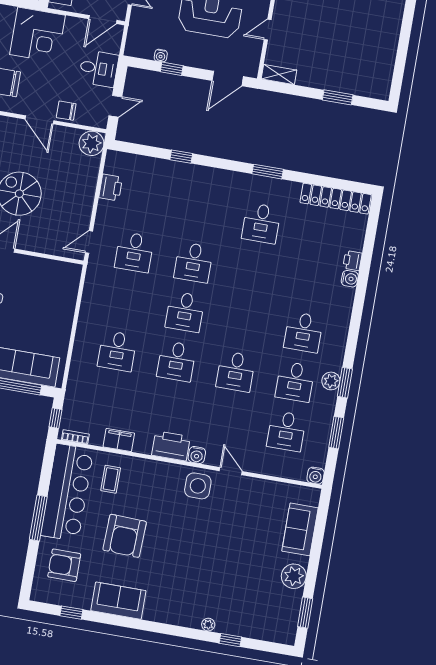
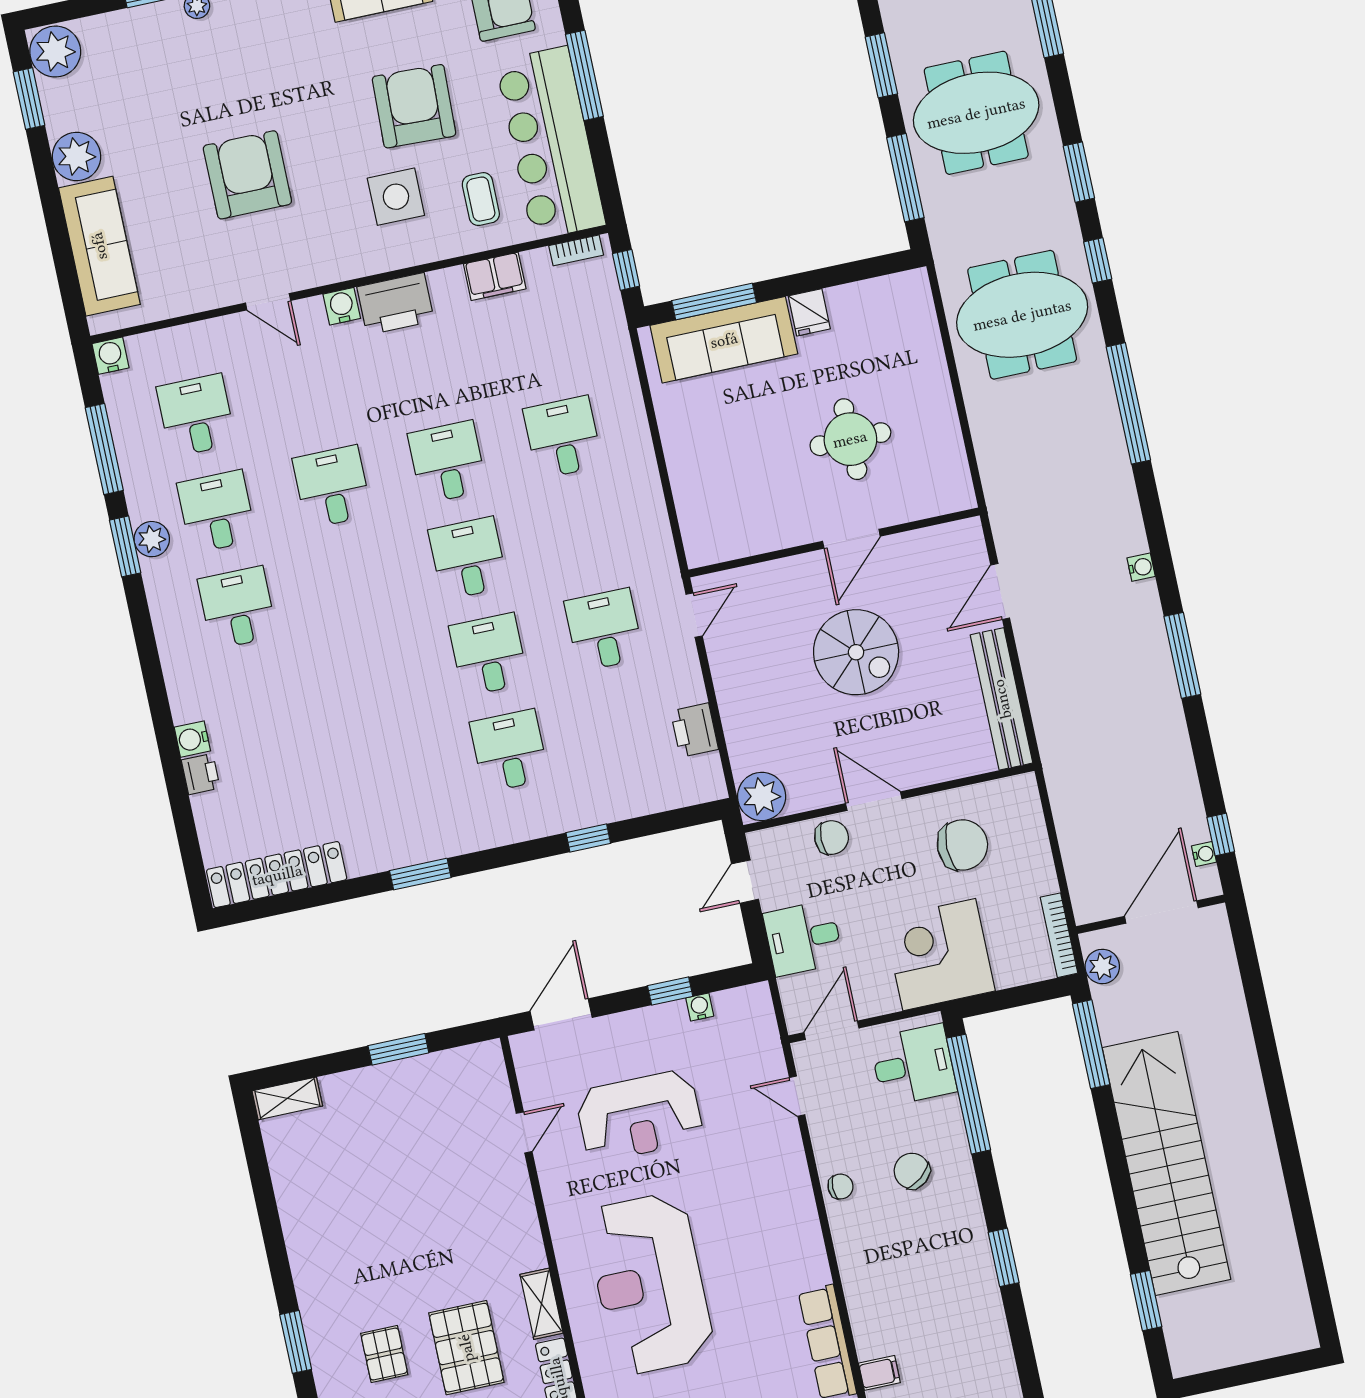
shelving: (279, 74) -> (287, 1098), moved
window: (338, 97) -> (398, 1049), moved
desk: (261, 223) -> (509, 751), moved
window: (336, 433) -> (104, 449), width x1.44
side table: (198, 486) -> (396, 197), moved
sofa: (300, 529) -> (99, 246), width x1.36
armchair: (216, 535) -> (247, 175), added
plant: (284, 630) -> (55, 52), added

